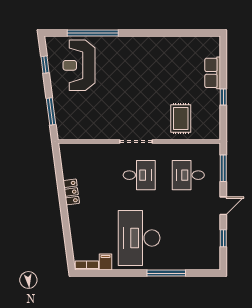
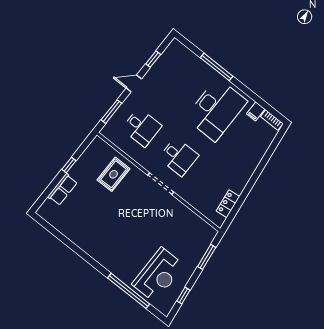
desk: (139, 175) -> (179, 157), turned 180
locker: (71, 192) -> (228, 204), moved

